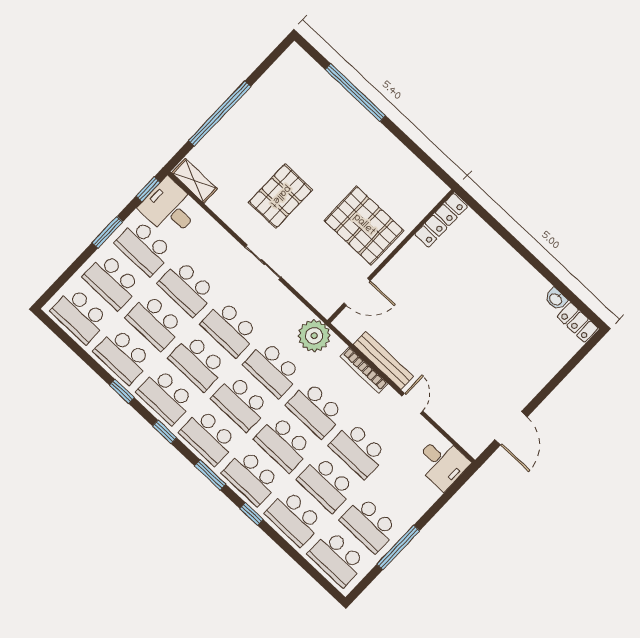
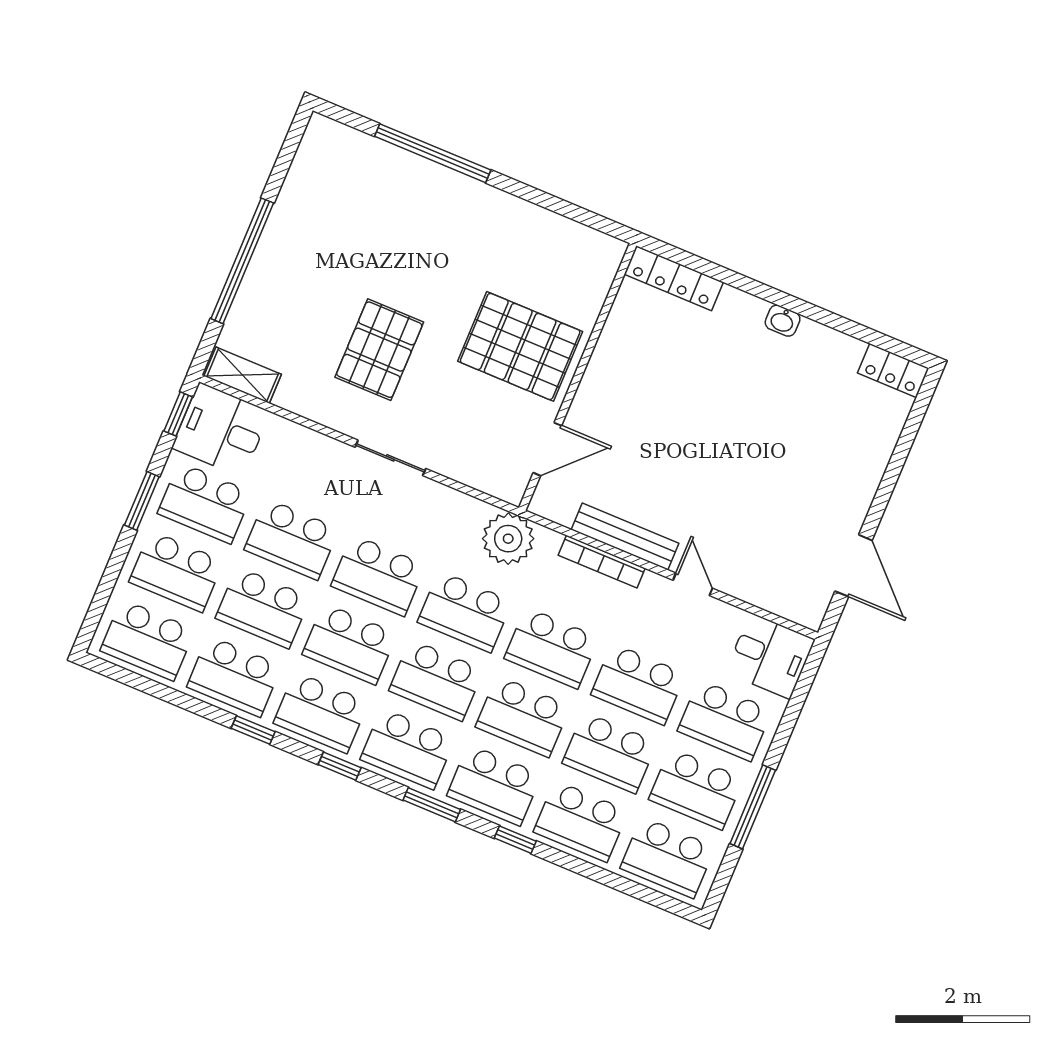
locker: (441, 220) -> (674, 278), moved, turned 90
washbasin: (556, 299) -> (783, 321), moved
school desk: (401, 491) -> (725, 720), added

